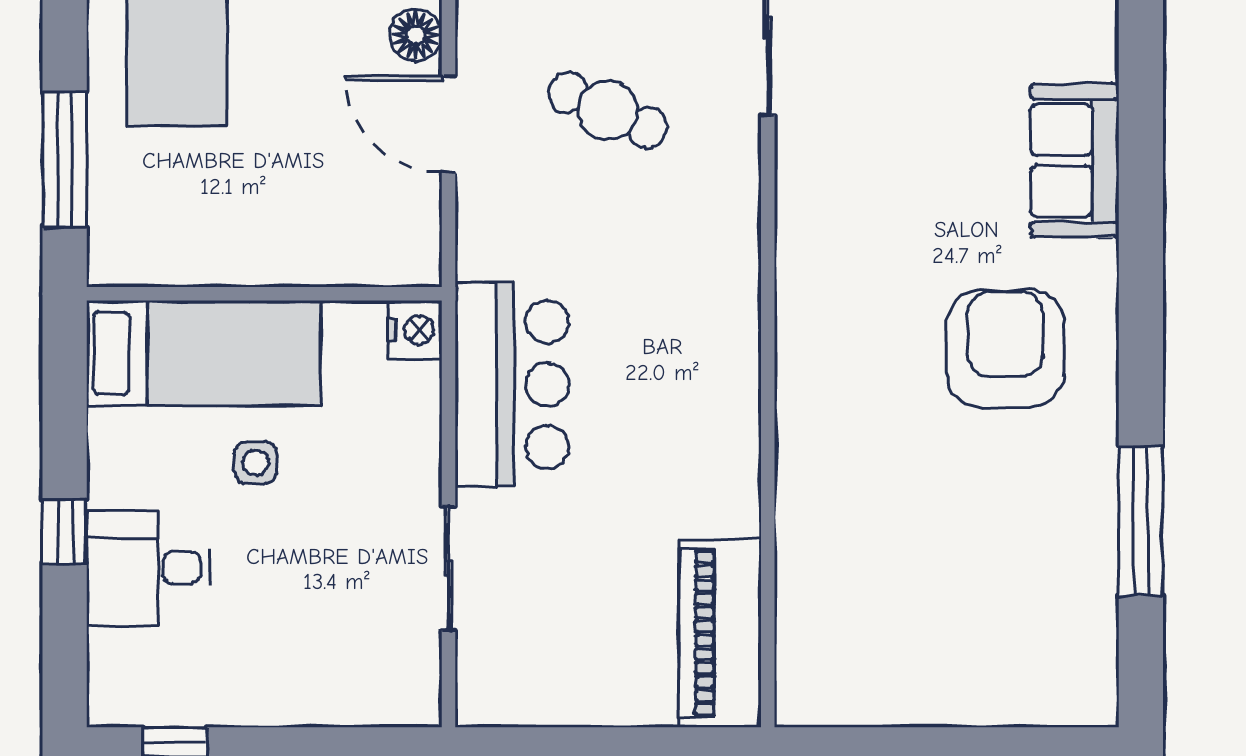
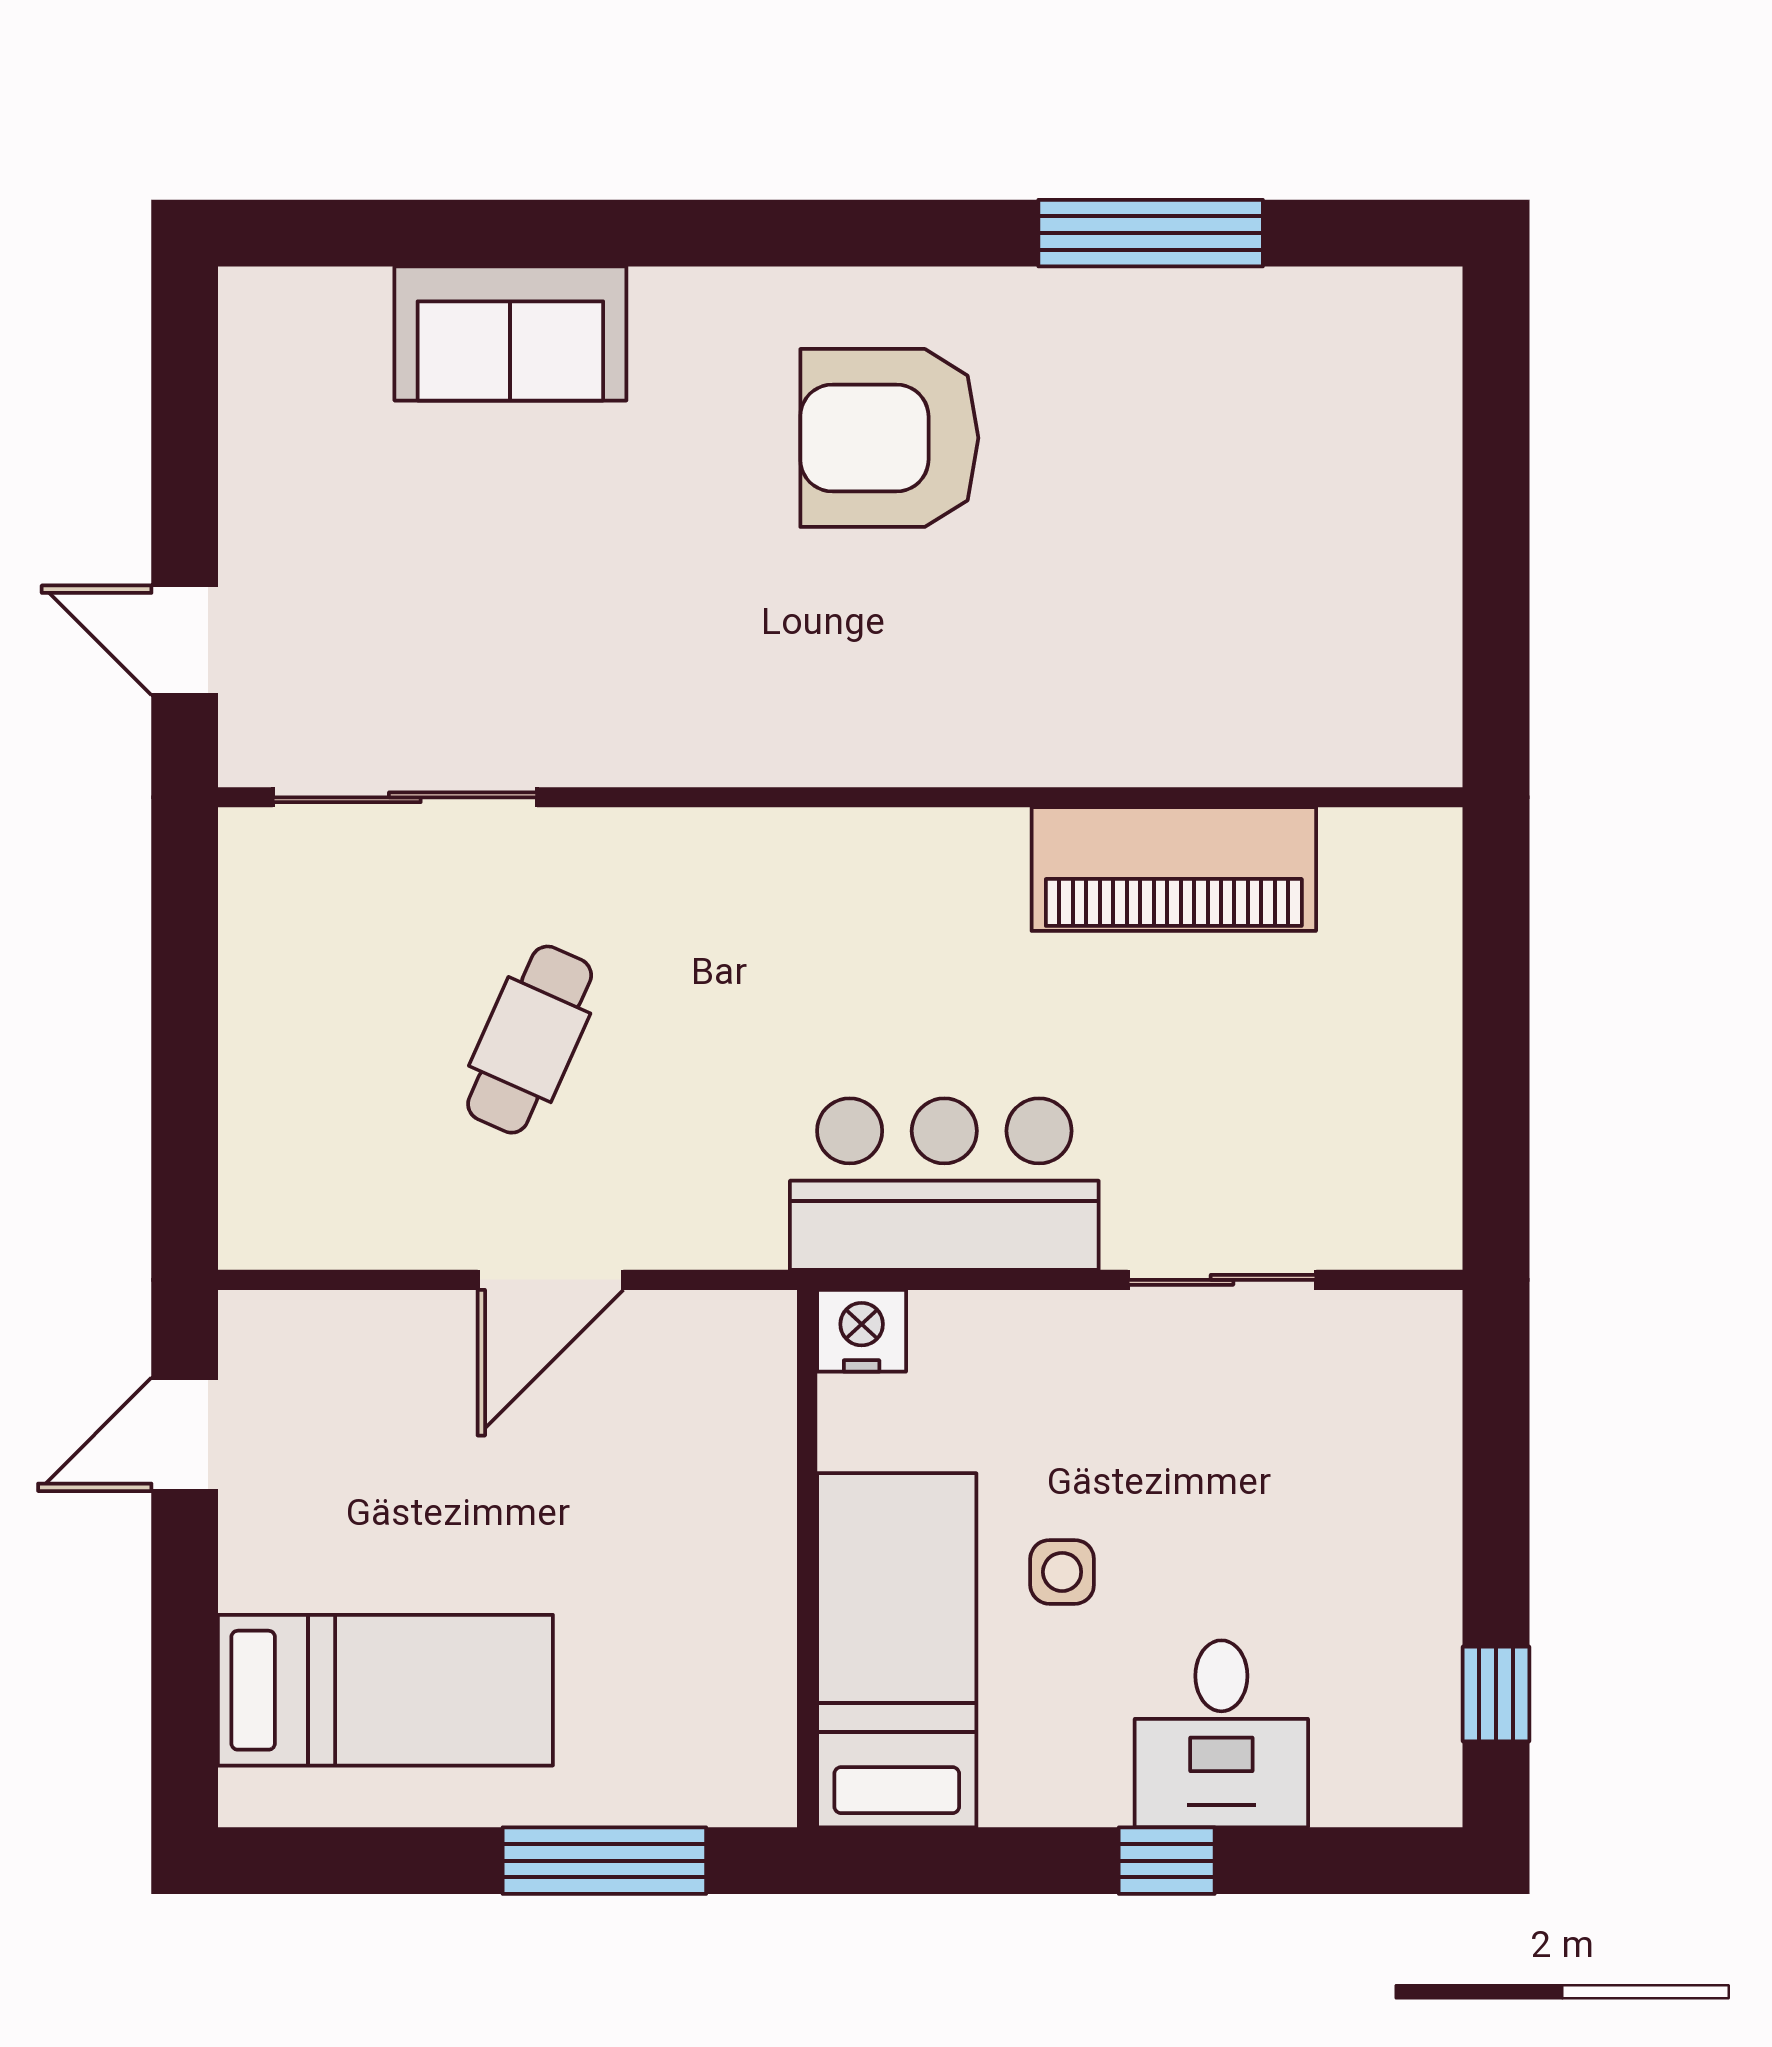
floor lamp: (416, 35) -> (416, 1329), removed
sofa: (1074, 161) -> (510, 333), moved
piano: (720, 633) -> (1174, 869), moved

